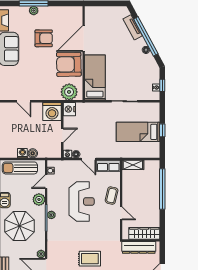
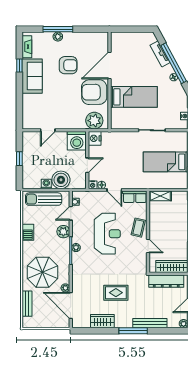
bed: (95, 78) -> (134, 97), moved, turned 90
door: (24, 101) -> (48, 130), hinge flipped
boiler: (33, 153) -> (61, 180), width x1.86, depth x1.86
parasol: (19, 226) -> (43, 272), moved

